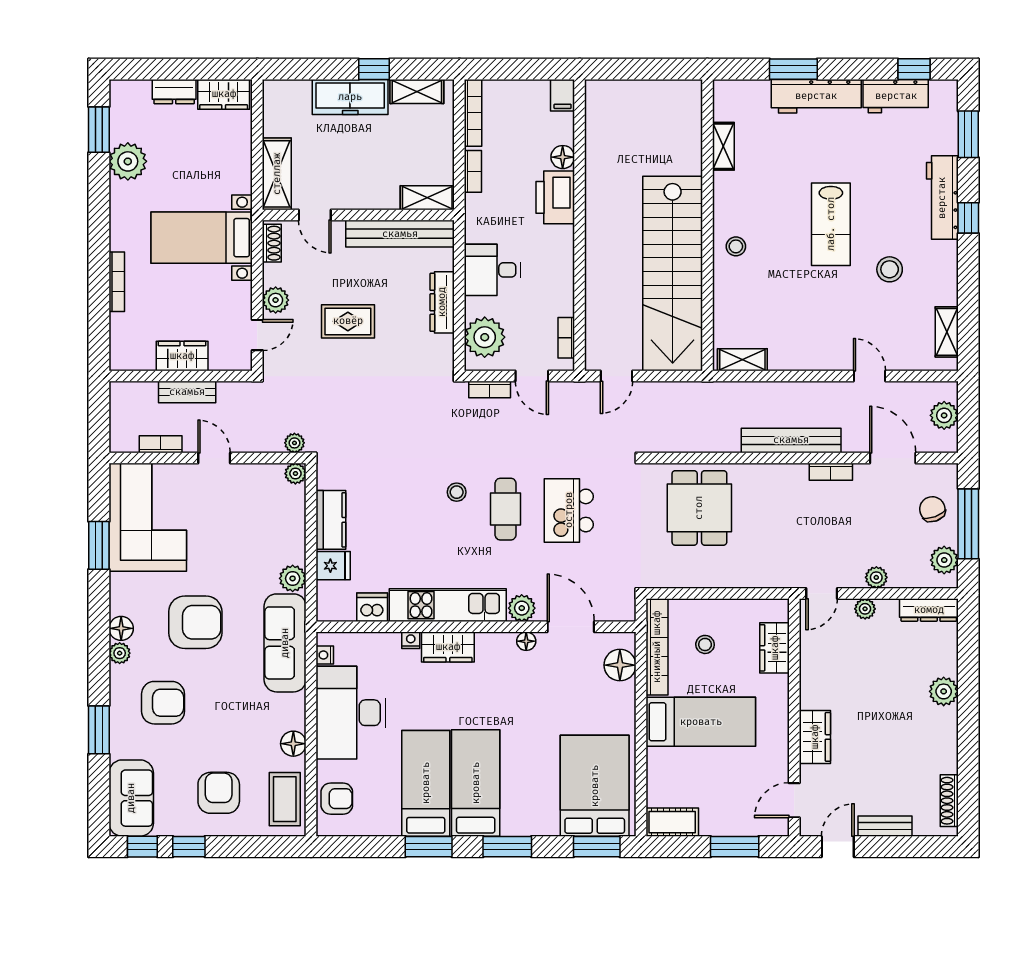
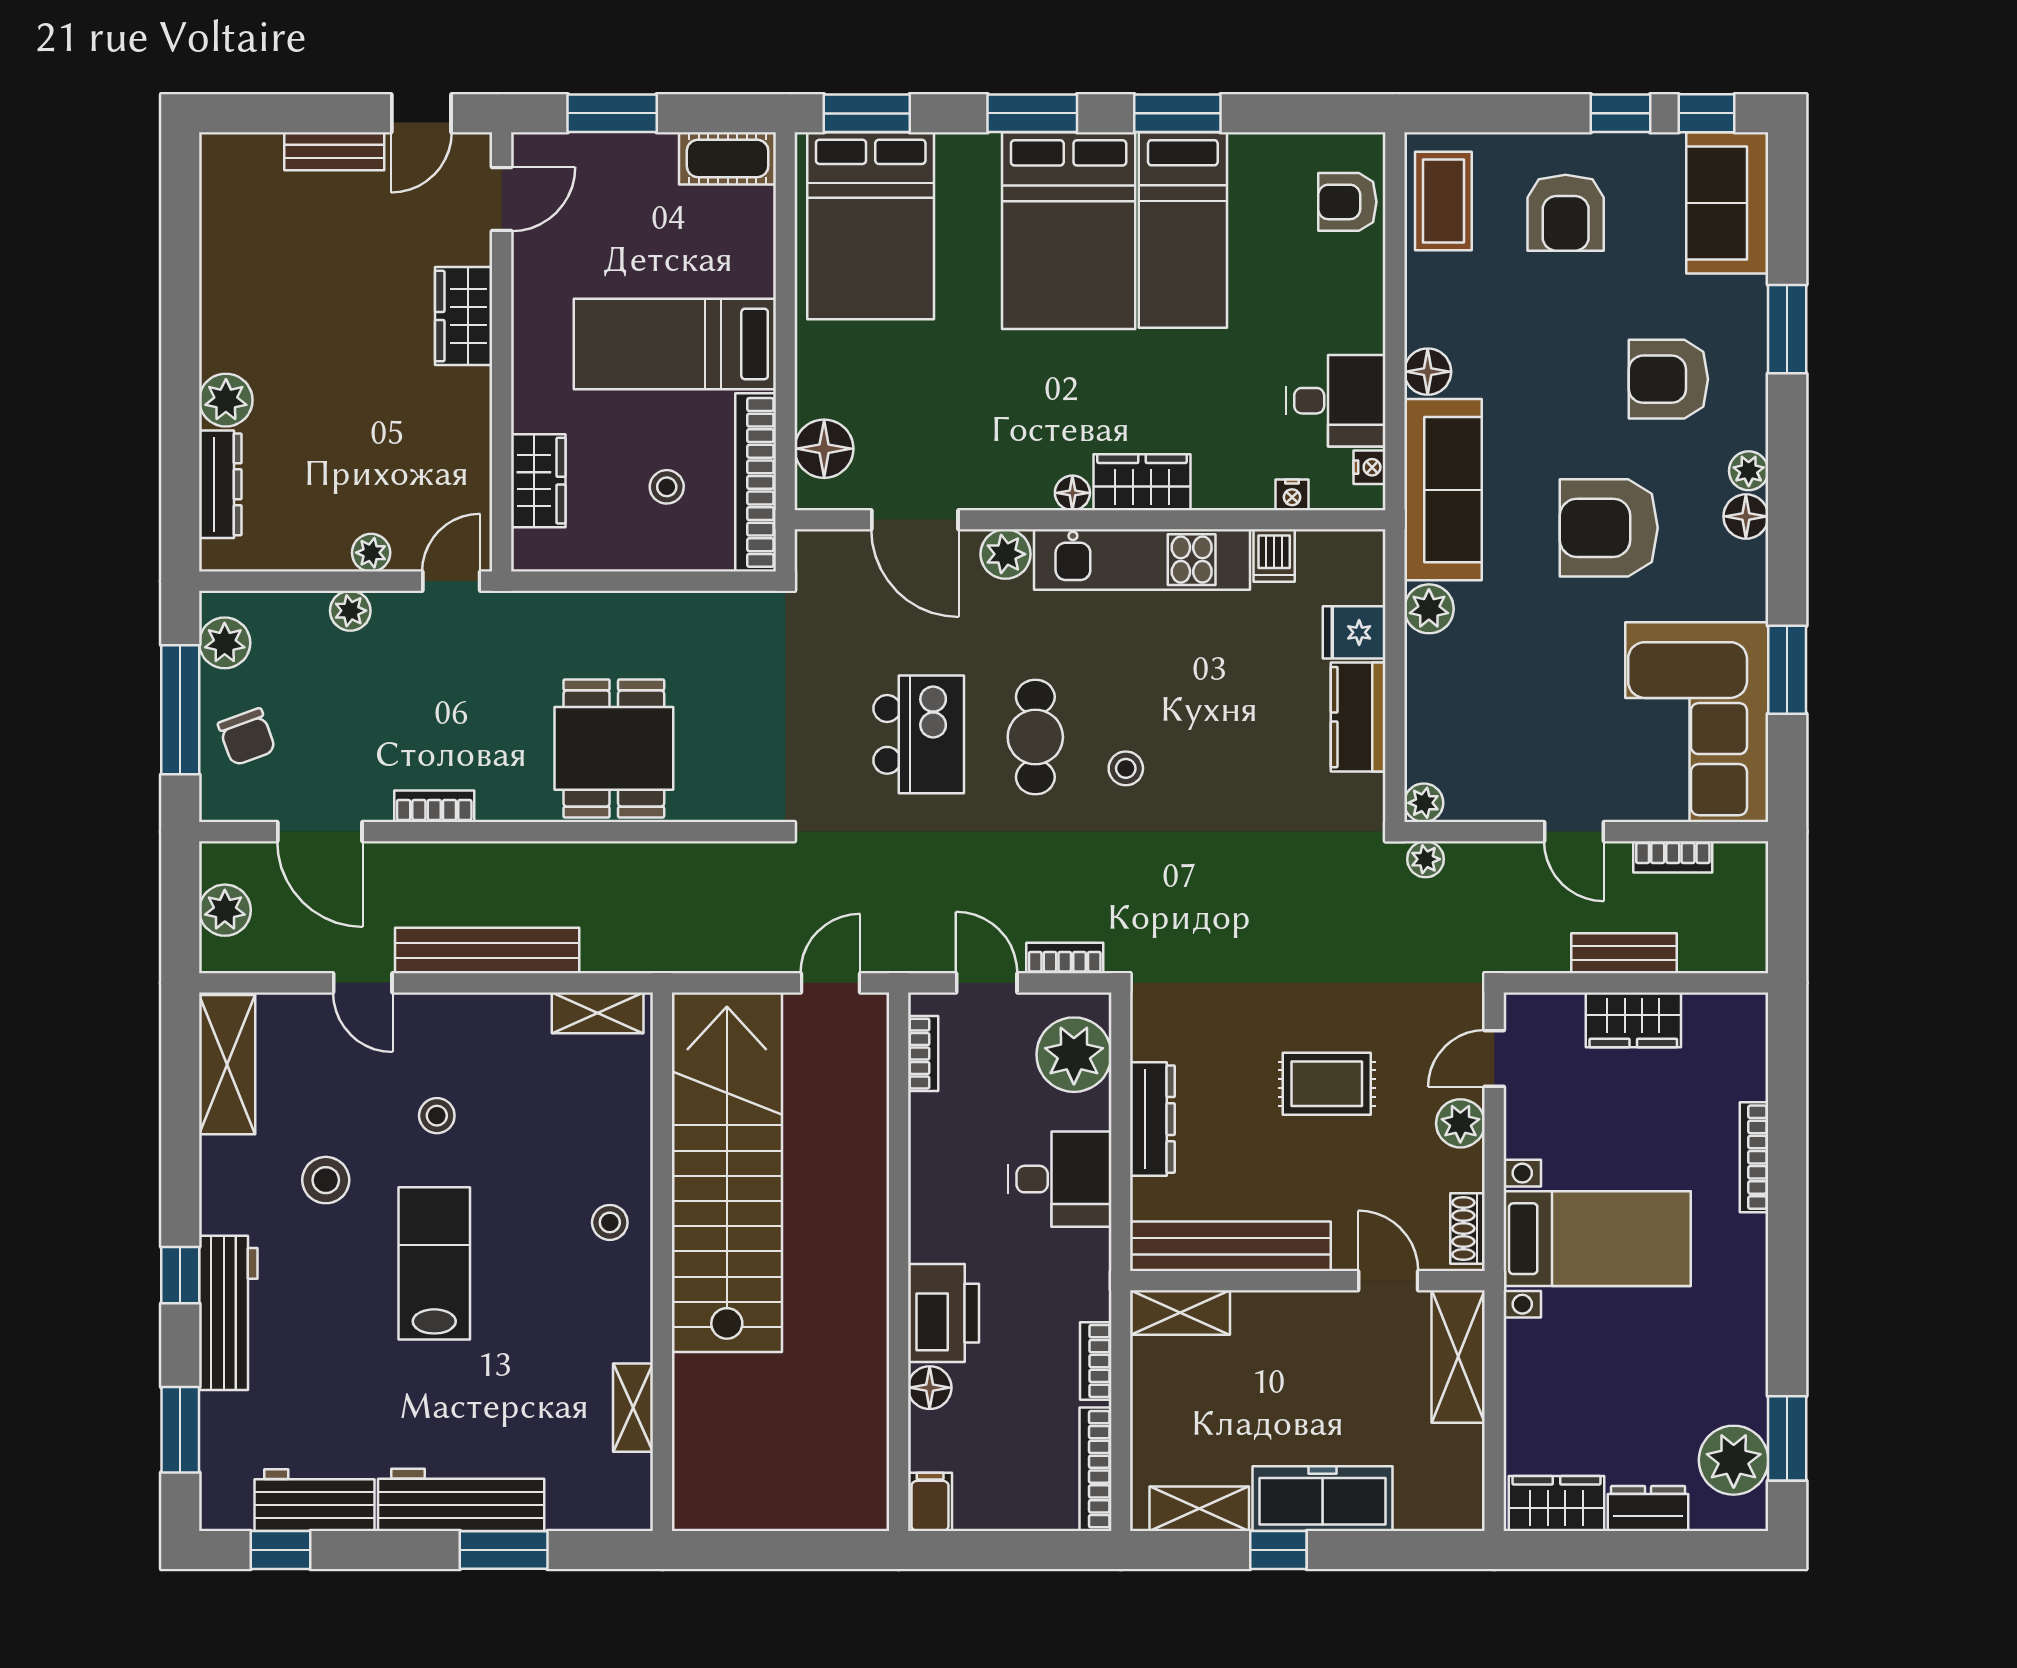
plant: (128, 161) -> (1734, 1460), moved
stool: (829, 304) -> (437, 1116), added
shelving: (947, 332) -> (227, 1065), width x1.50, depth x1.33
bench: (791, 440) -> (487, 950), moved
dining table: (699, 508) -> (614, 748), moved
dishwasher: (372, 607) -> (1274, 556), width x0.73
dresser: (929, 610) -> (220, 484), moved, turned 90
nightstand: (411, 640) -> (1292, 495), moved
floor lamp: (526, 641) -> (1072, 493), moved
desk: (351, 713) -> (1336, 401), width x0.53, depth x0.77
floor lamp: (293, 744) -> (1428, 372), moved
bed: (476, 783) -> (1069, 231), width x1.50
shoe rack: (949, 801) -> (216, 198), removed

